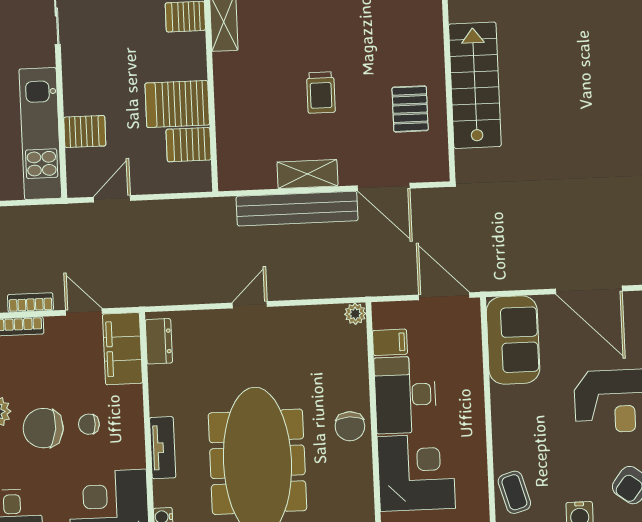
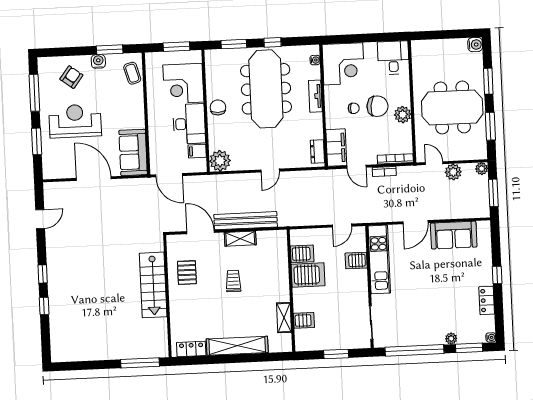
plant: (355, 314) -> (220, 161), width x1.87, depth x1.87

